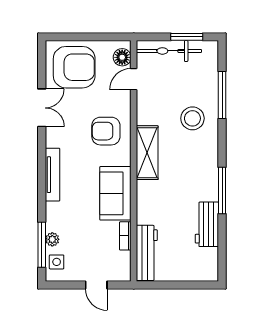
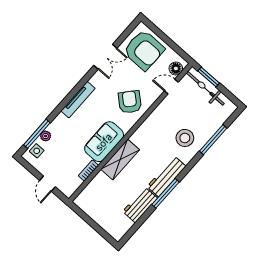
window: (187, 37) -> (209, 77), moved
armchair: (106, 131) -> (130, 102), turned 41
shelving: (147, 153) -> (120, 159), moved
workbench: (147, 253) -> (166, 176), moved, turned 180

